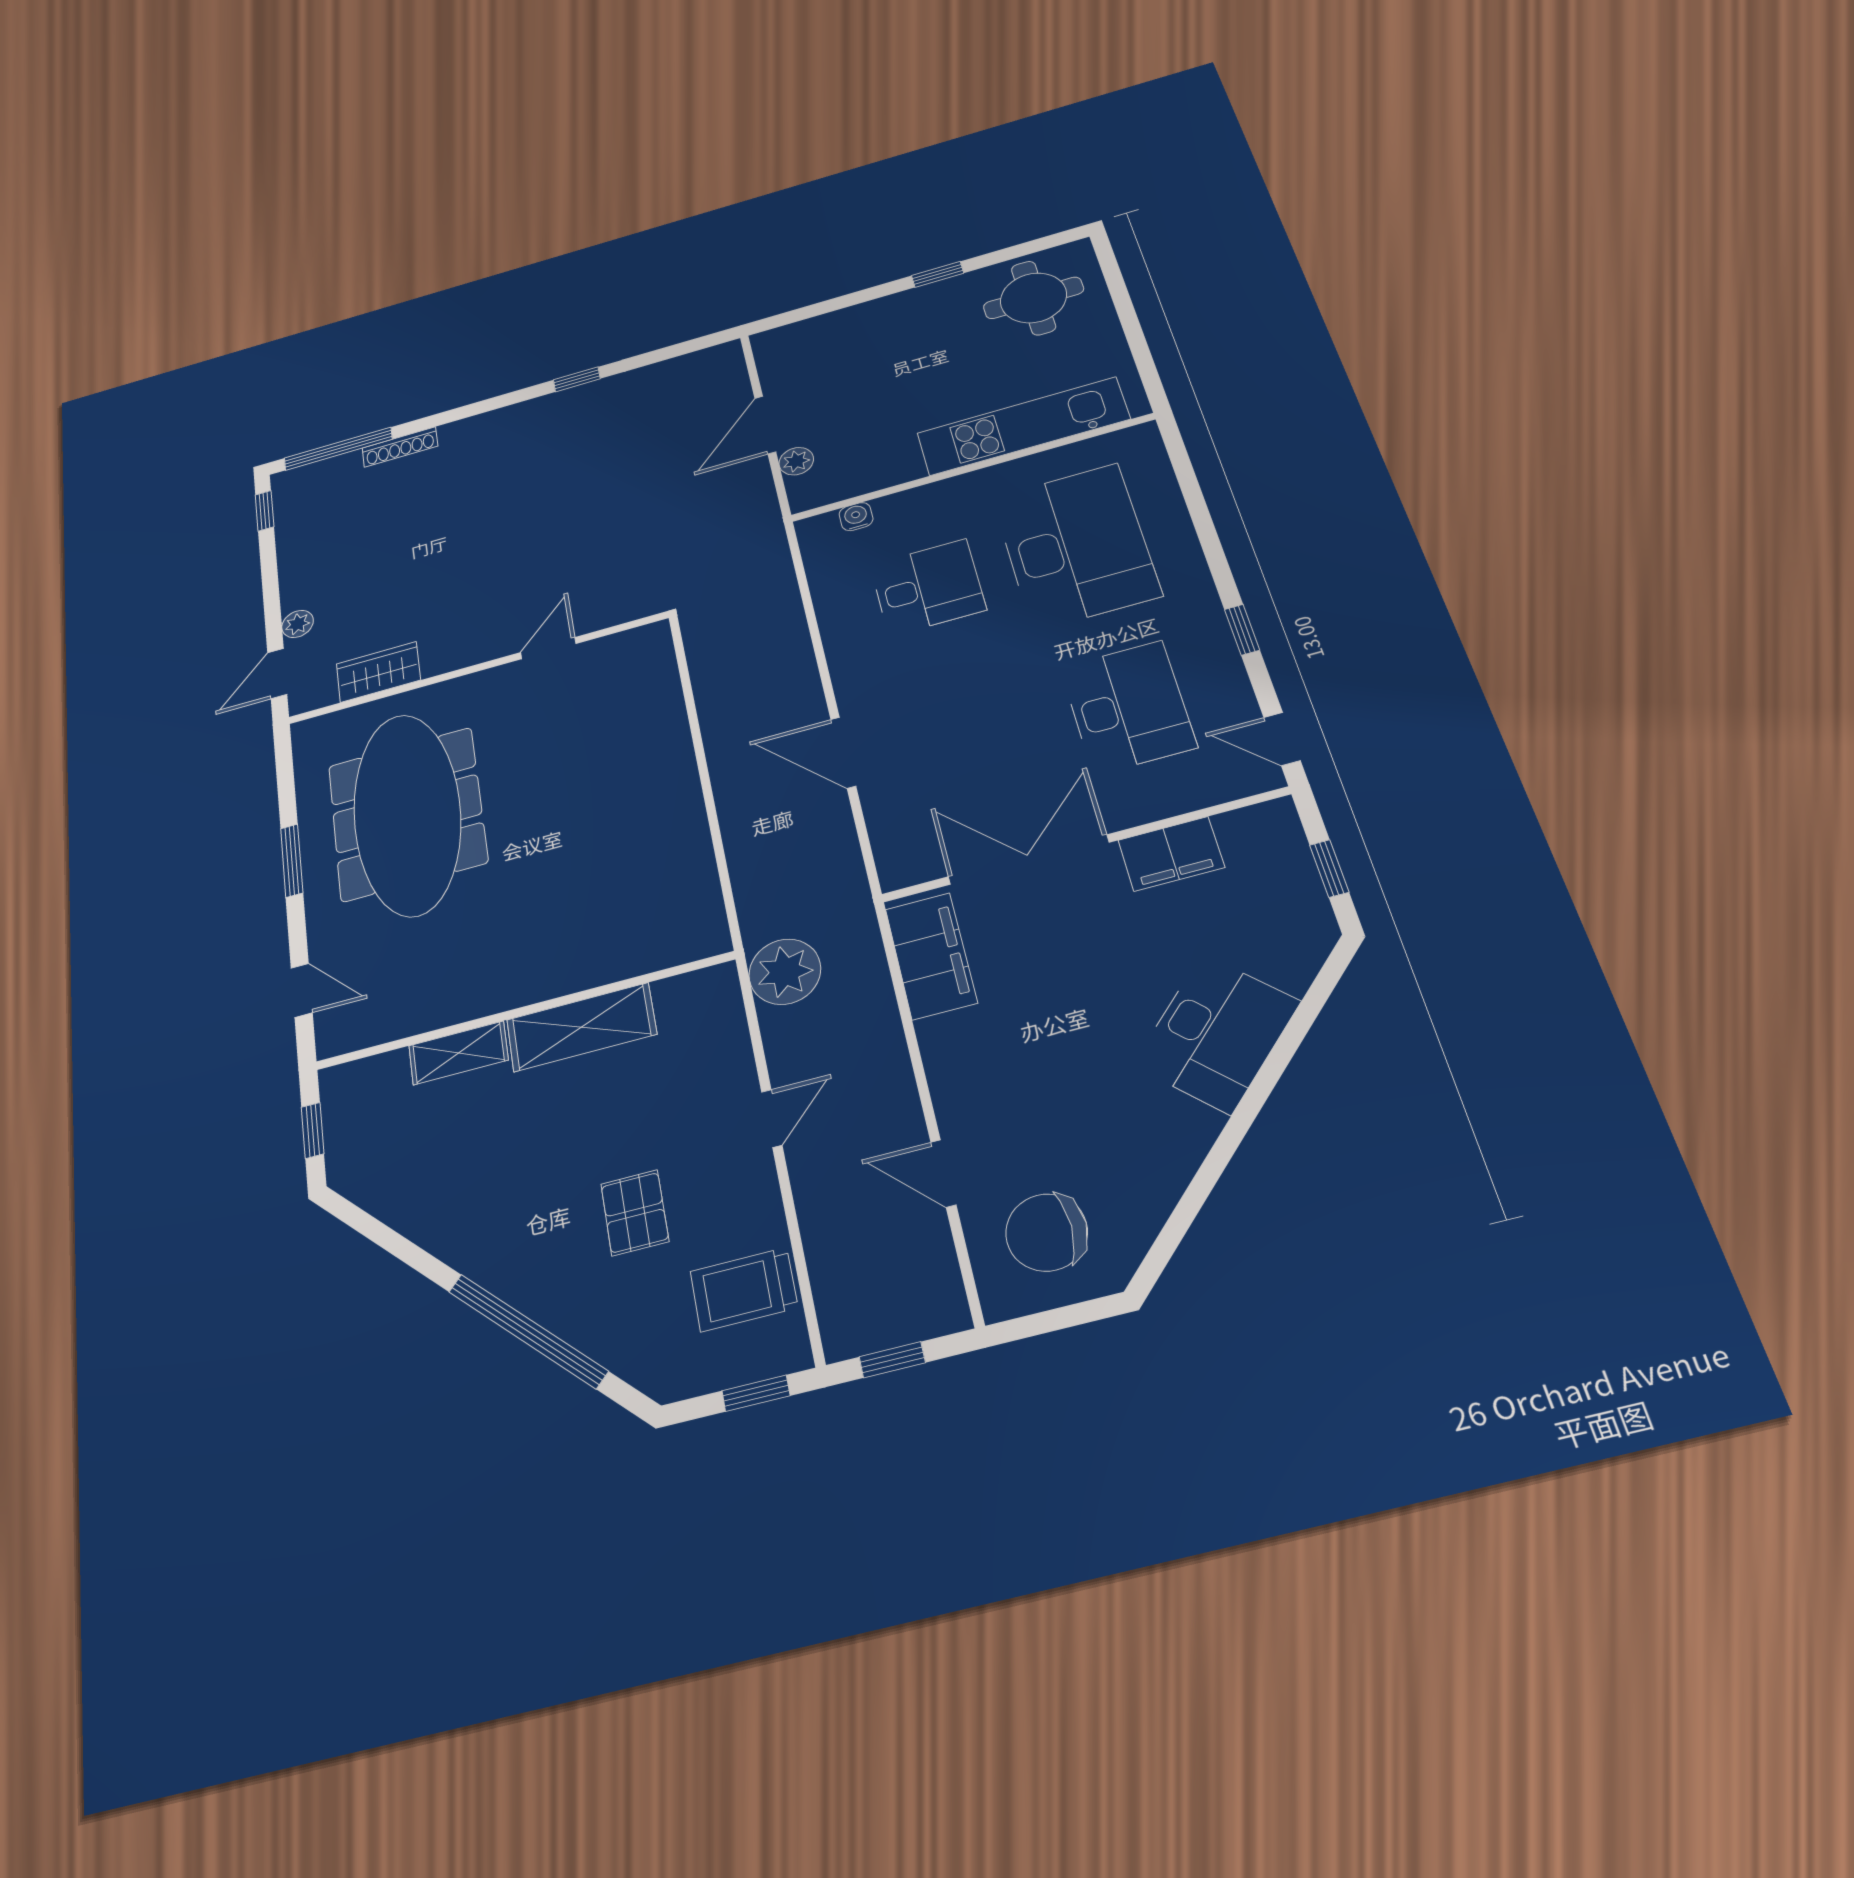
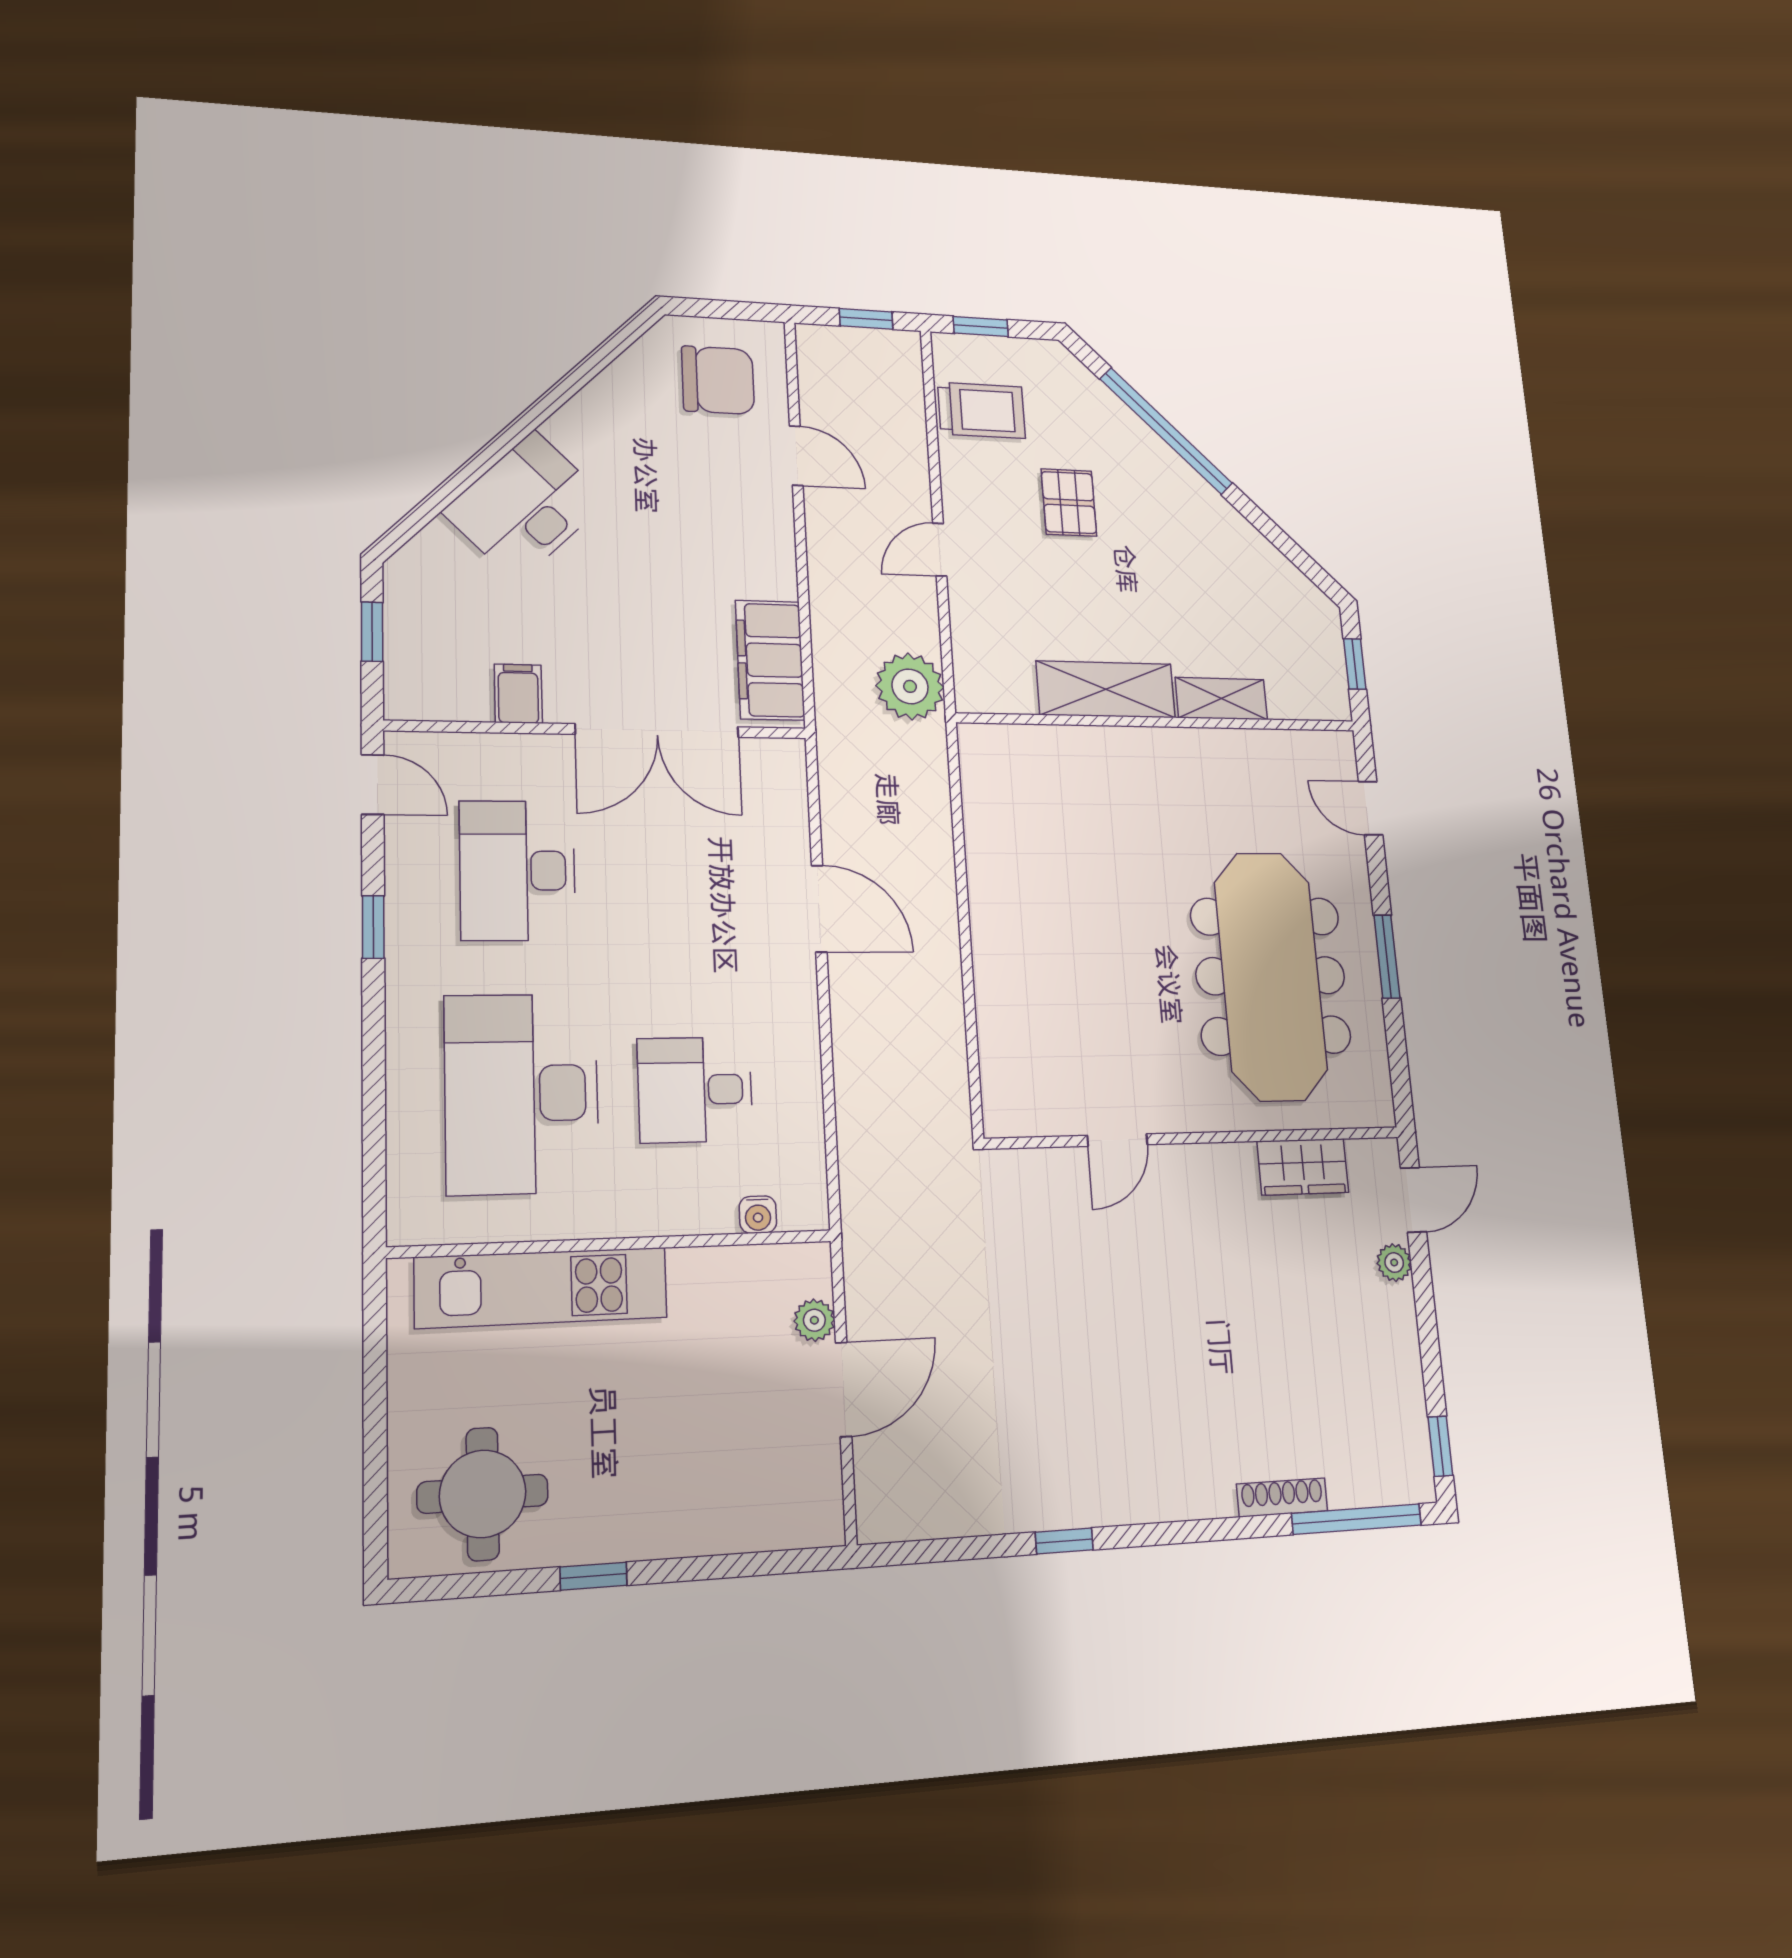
filing cabinet: (1171, 854) -> (518, 694), width x0.50

